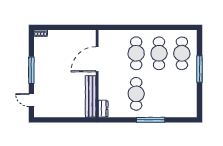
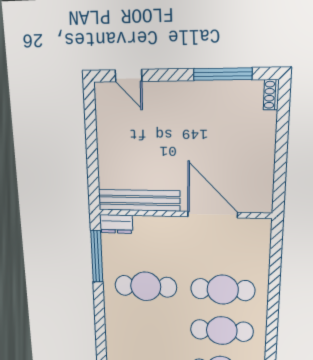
window: (31, 70) -> (223, 74), moved
door: (31, 100) -> (128, 76), swing flipped
window: (151, 120) -> (97, 257), moved

